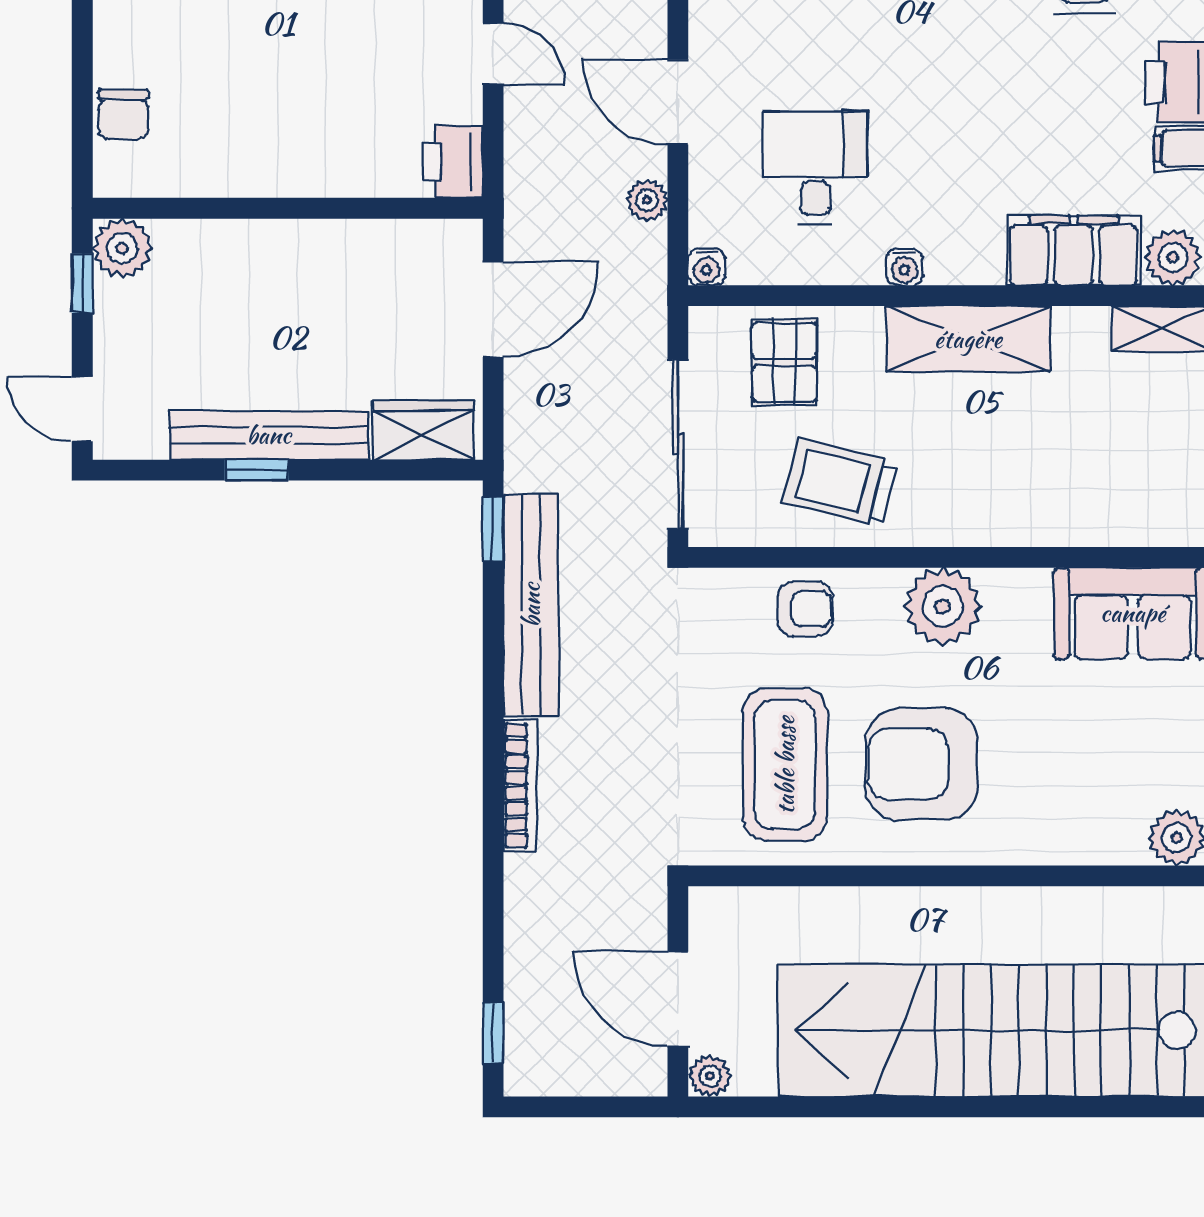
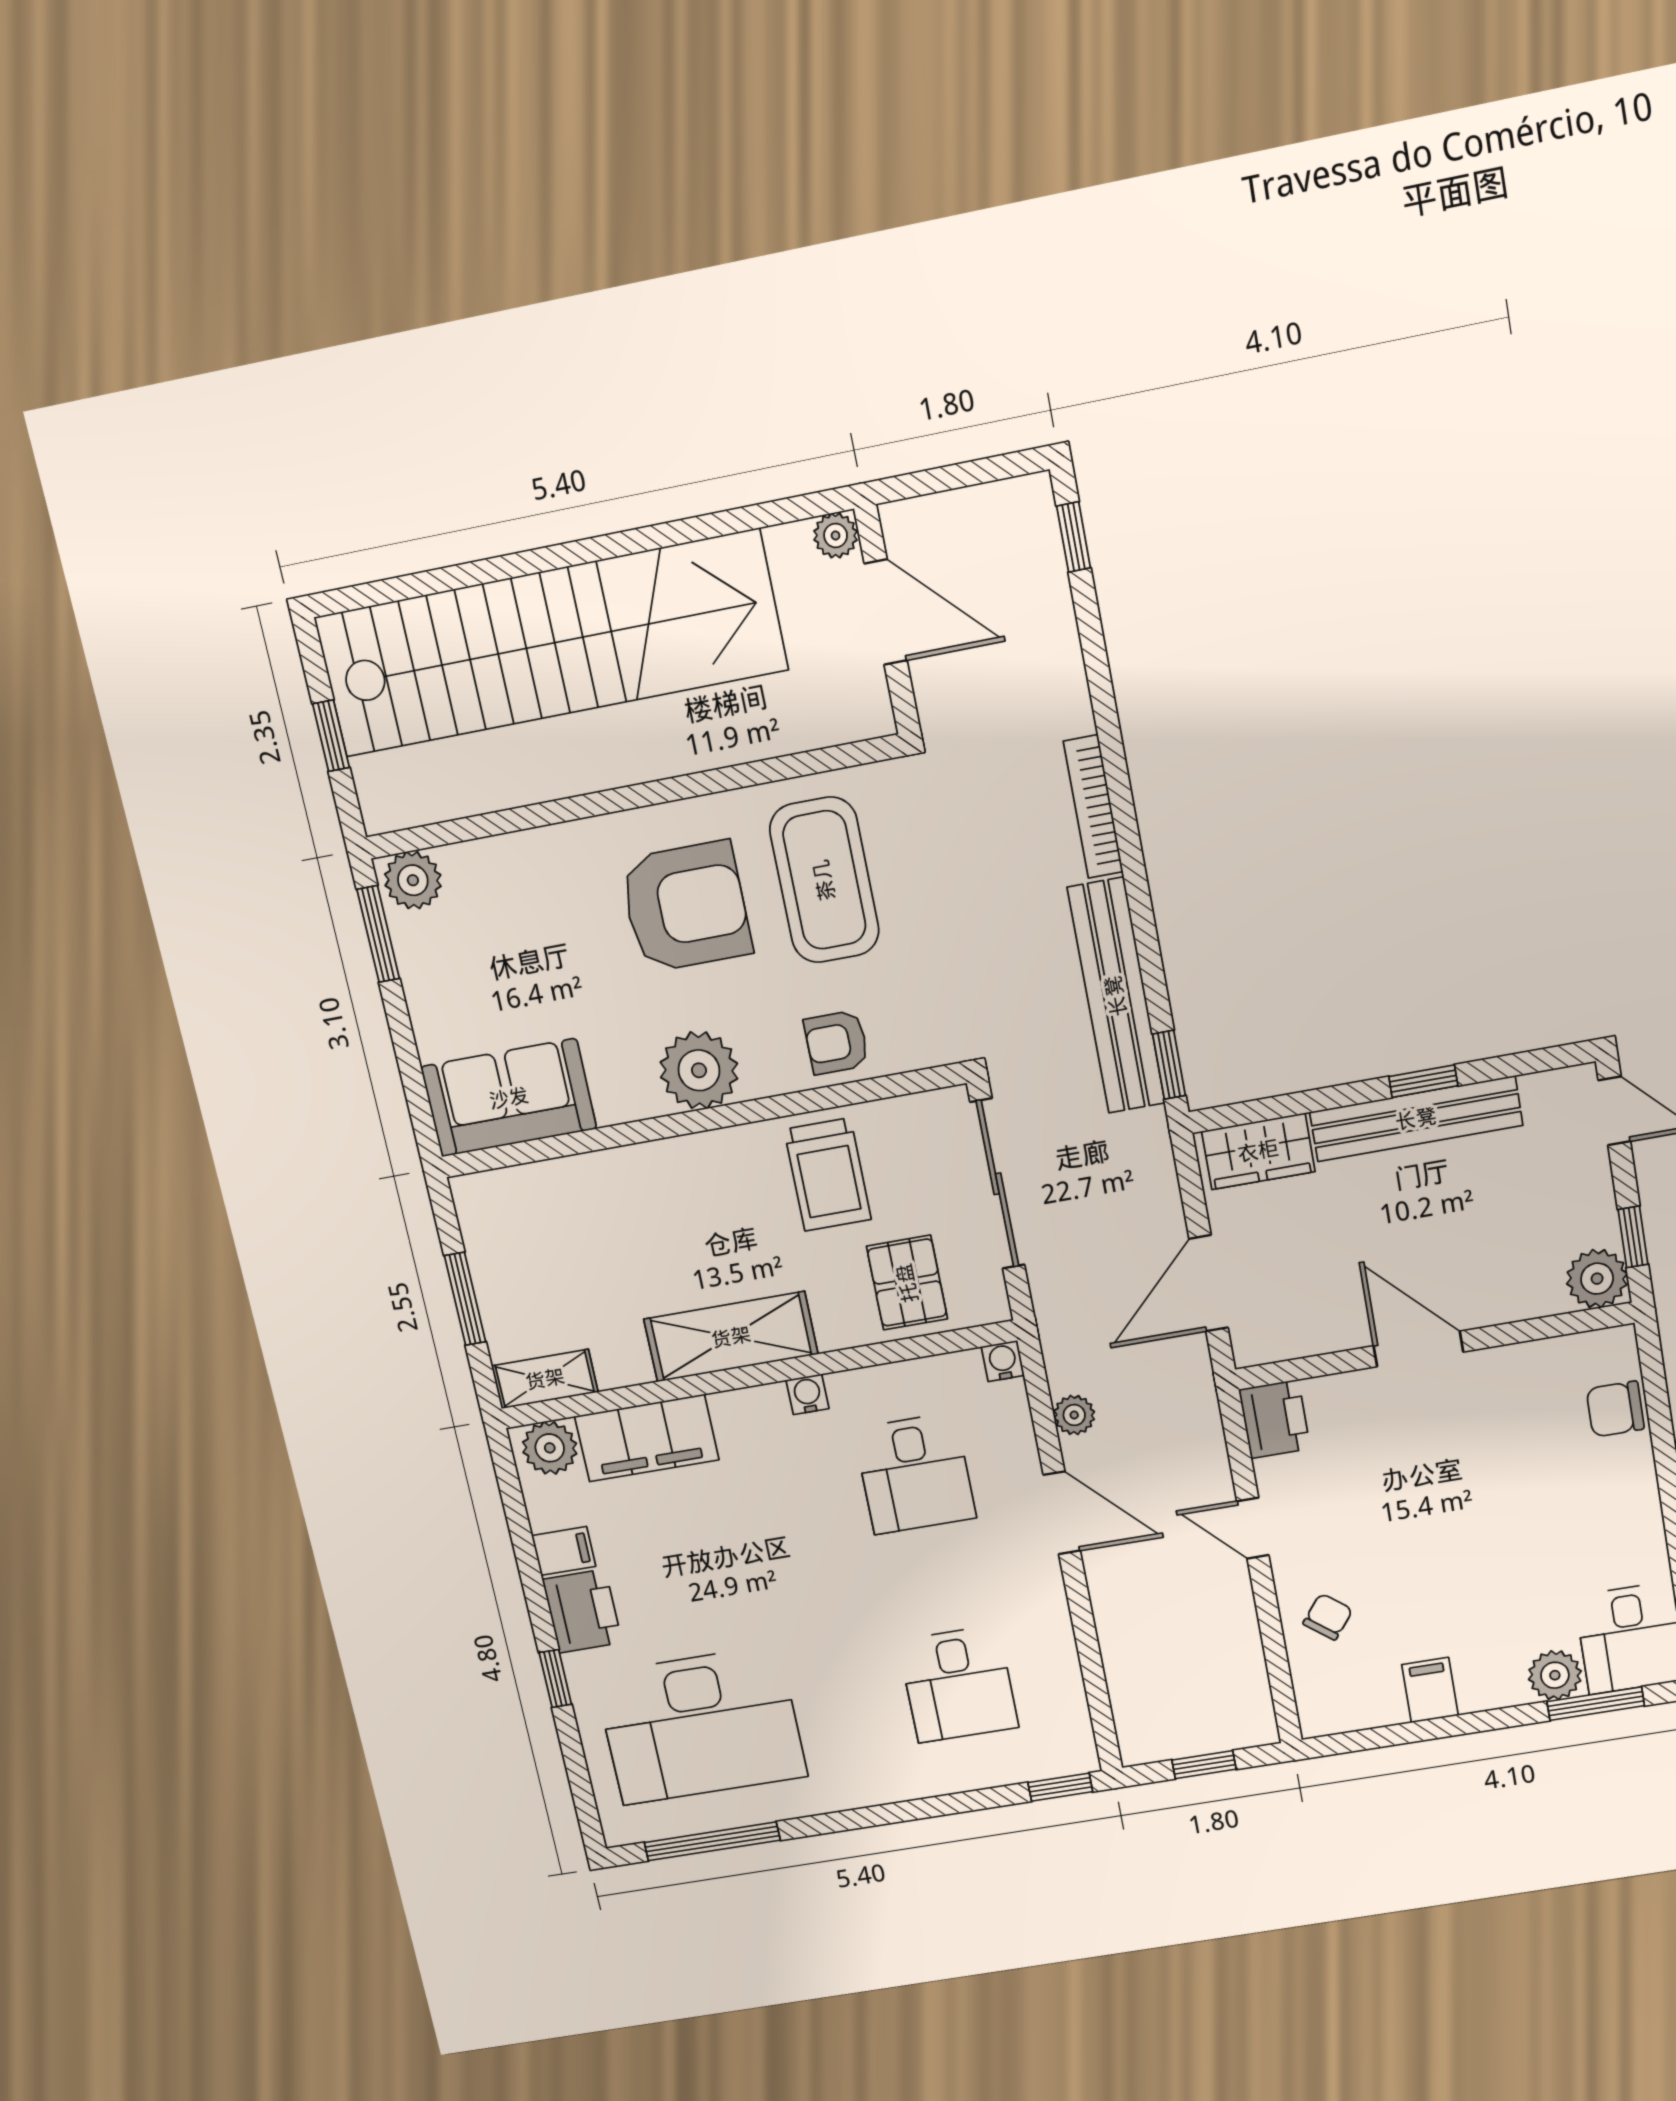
chair: (124, 115) -> (1615, 1409), turned -90
door: (303, 208) -> (1418, 1349), added
trolley: (840, 483) -> (828, 1174), turned 76

